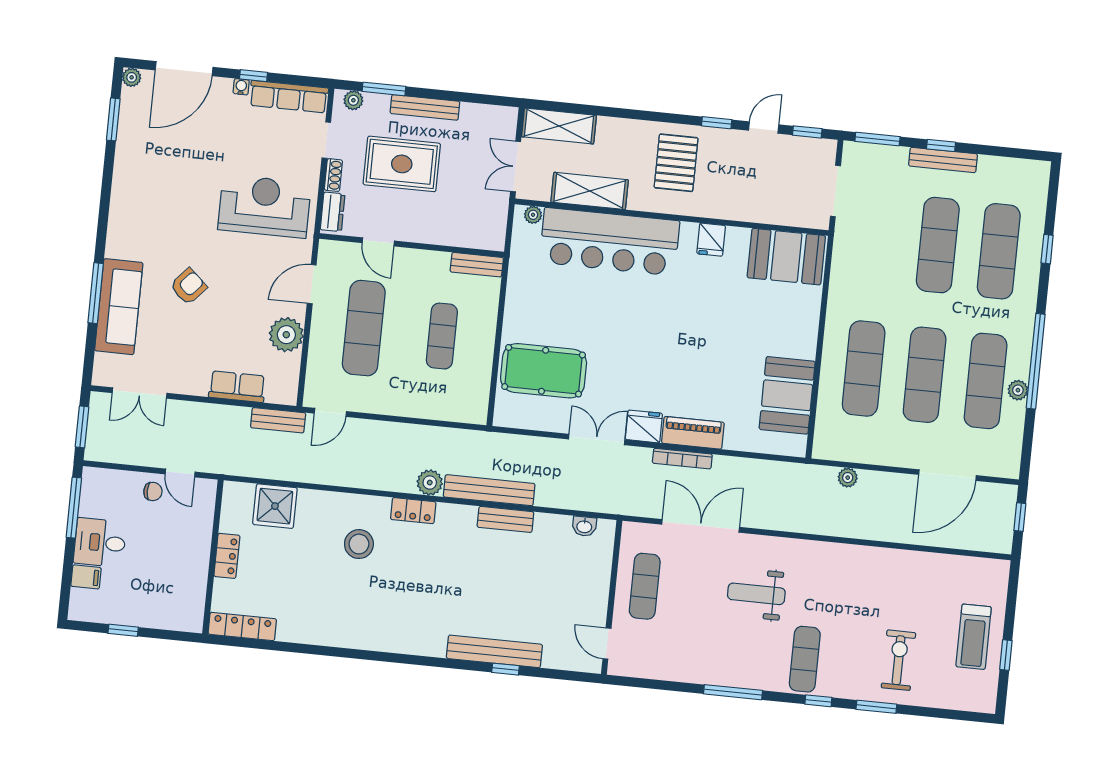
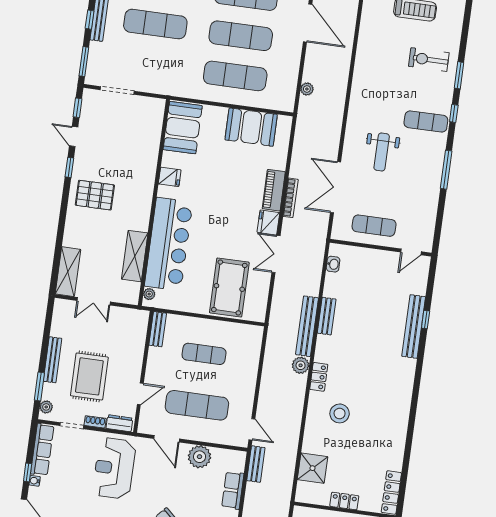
shelving: (590, 191) -> (135, 256), moved
plant: (533, 215) -> (149, 294), moved
wall: (672, 217) -> (154, 202), moved
fridge: (711, 240) -> (170, 177), moved
bar counter: (610, 242) -> (169, 244), moved
booth: (786, 257) -> (183, 128), moved

